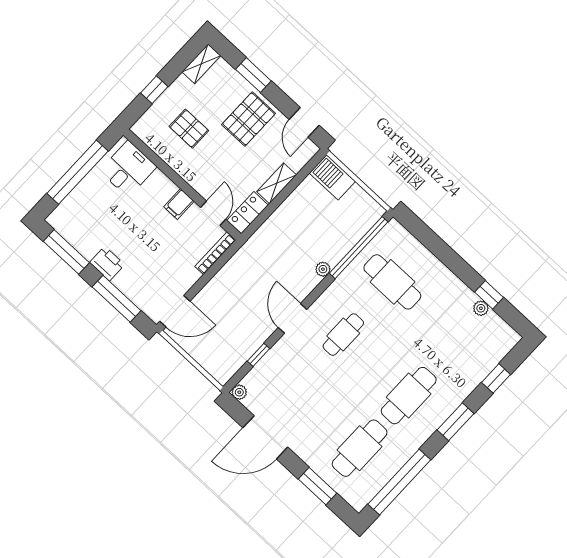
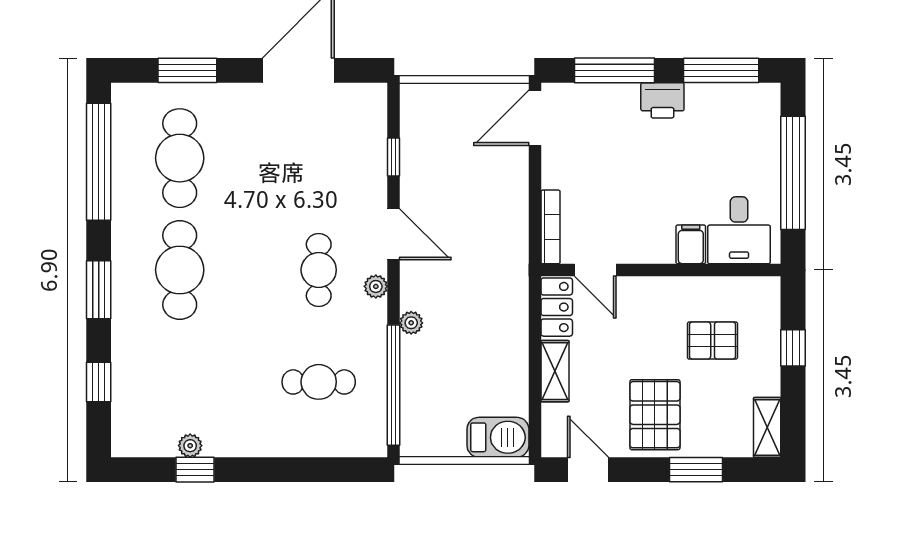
filing cabinet: (179, 204) -> (691, 244), moved
cafe table: (392, 282) -> (319, 382), width x0.73, depth x0.74
plant: (239, 392) -> (376, 286), moved

